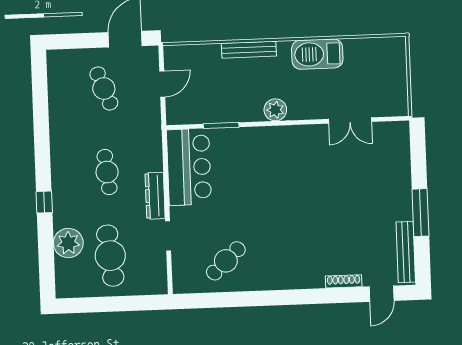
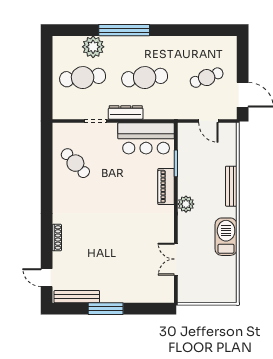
piano: (253, 137) -> (166, 187), added
cafe table: (107, 172) -> (145, 78), width x1.37, depth x1.35
window: (44, 202) -> (124, 30), width x3.17
shoe rack: (344, 281) -> (57, 238), moved

